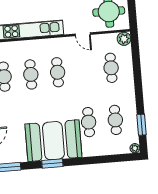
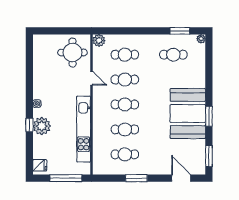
door: (83, 34) -> (92, 78), hinge flipped
cafe table: (89, 122) -> (125, 80), moved

